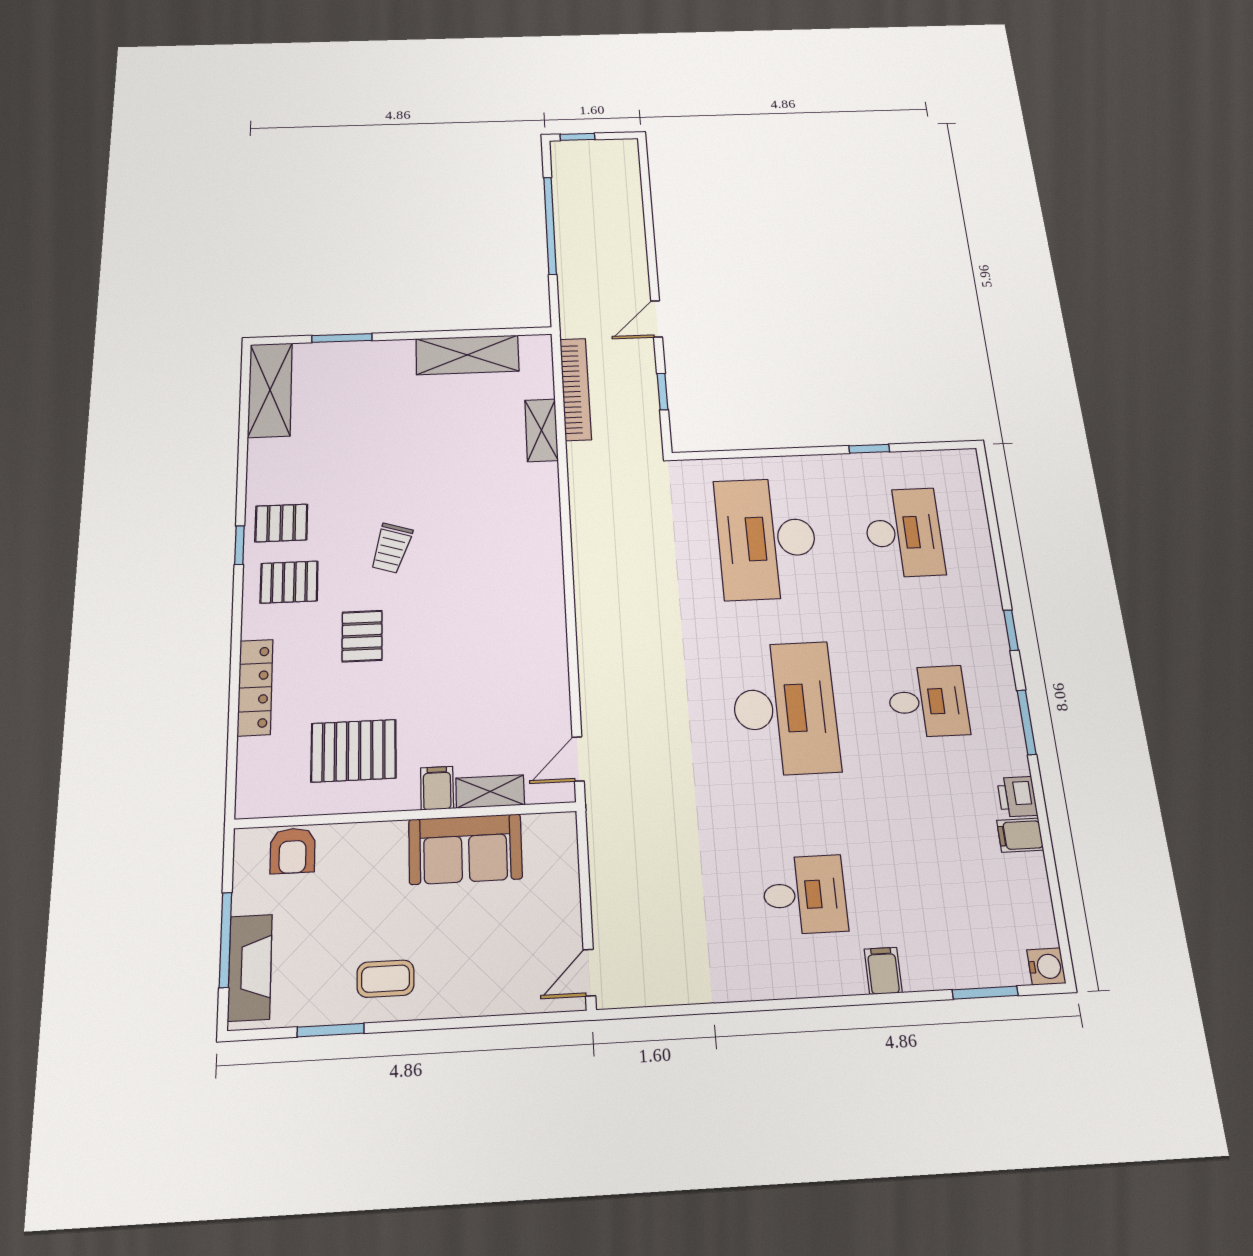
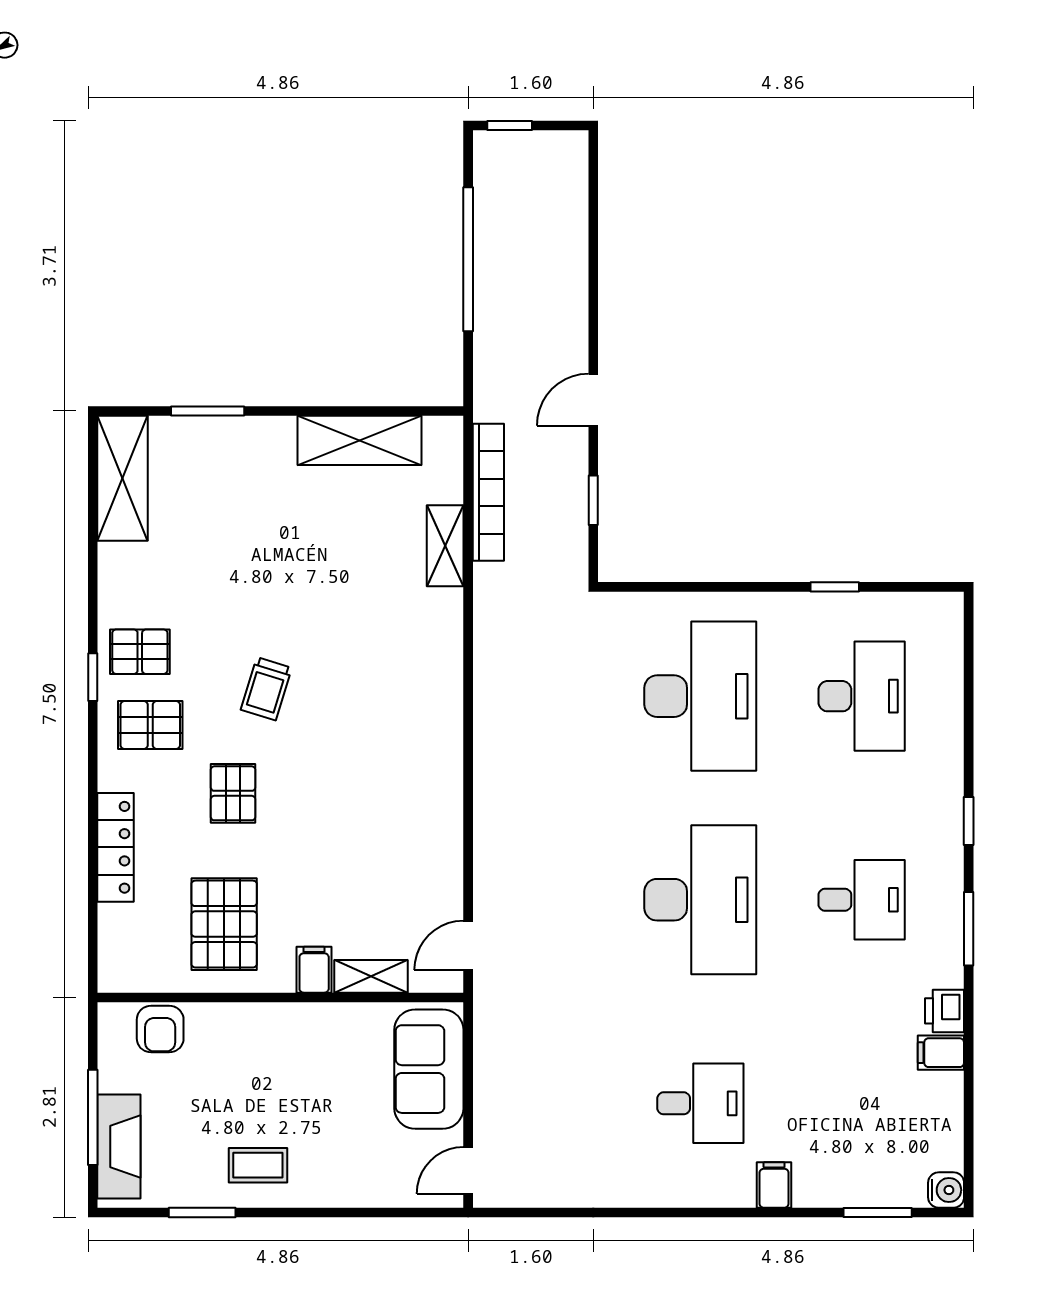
desk: (767, 538) -> (700, 696), turned 180
pallet: (354, 751) -> (224, 924), turned 90
sofa: (465, 849) -> (429, 1069), moved, turned 90

